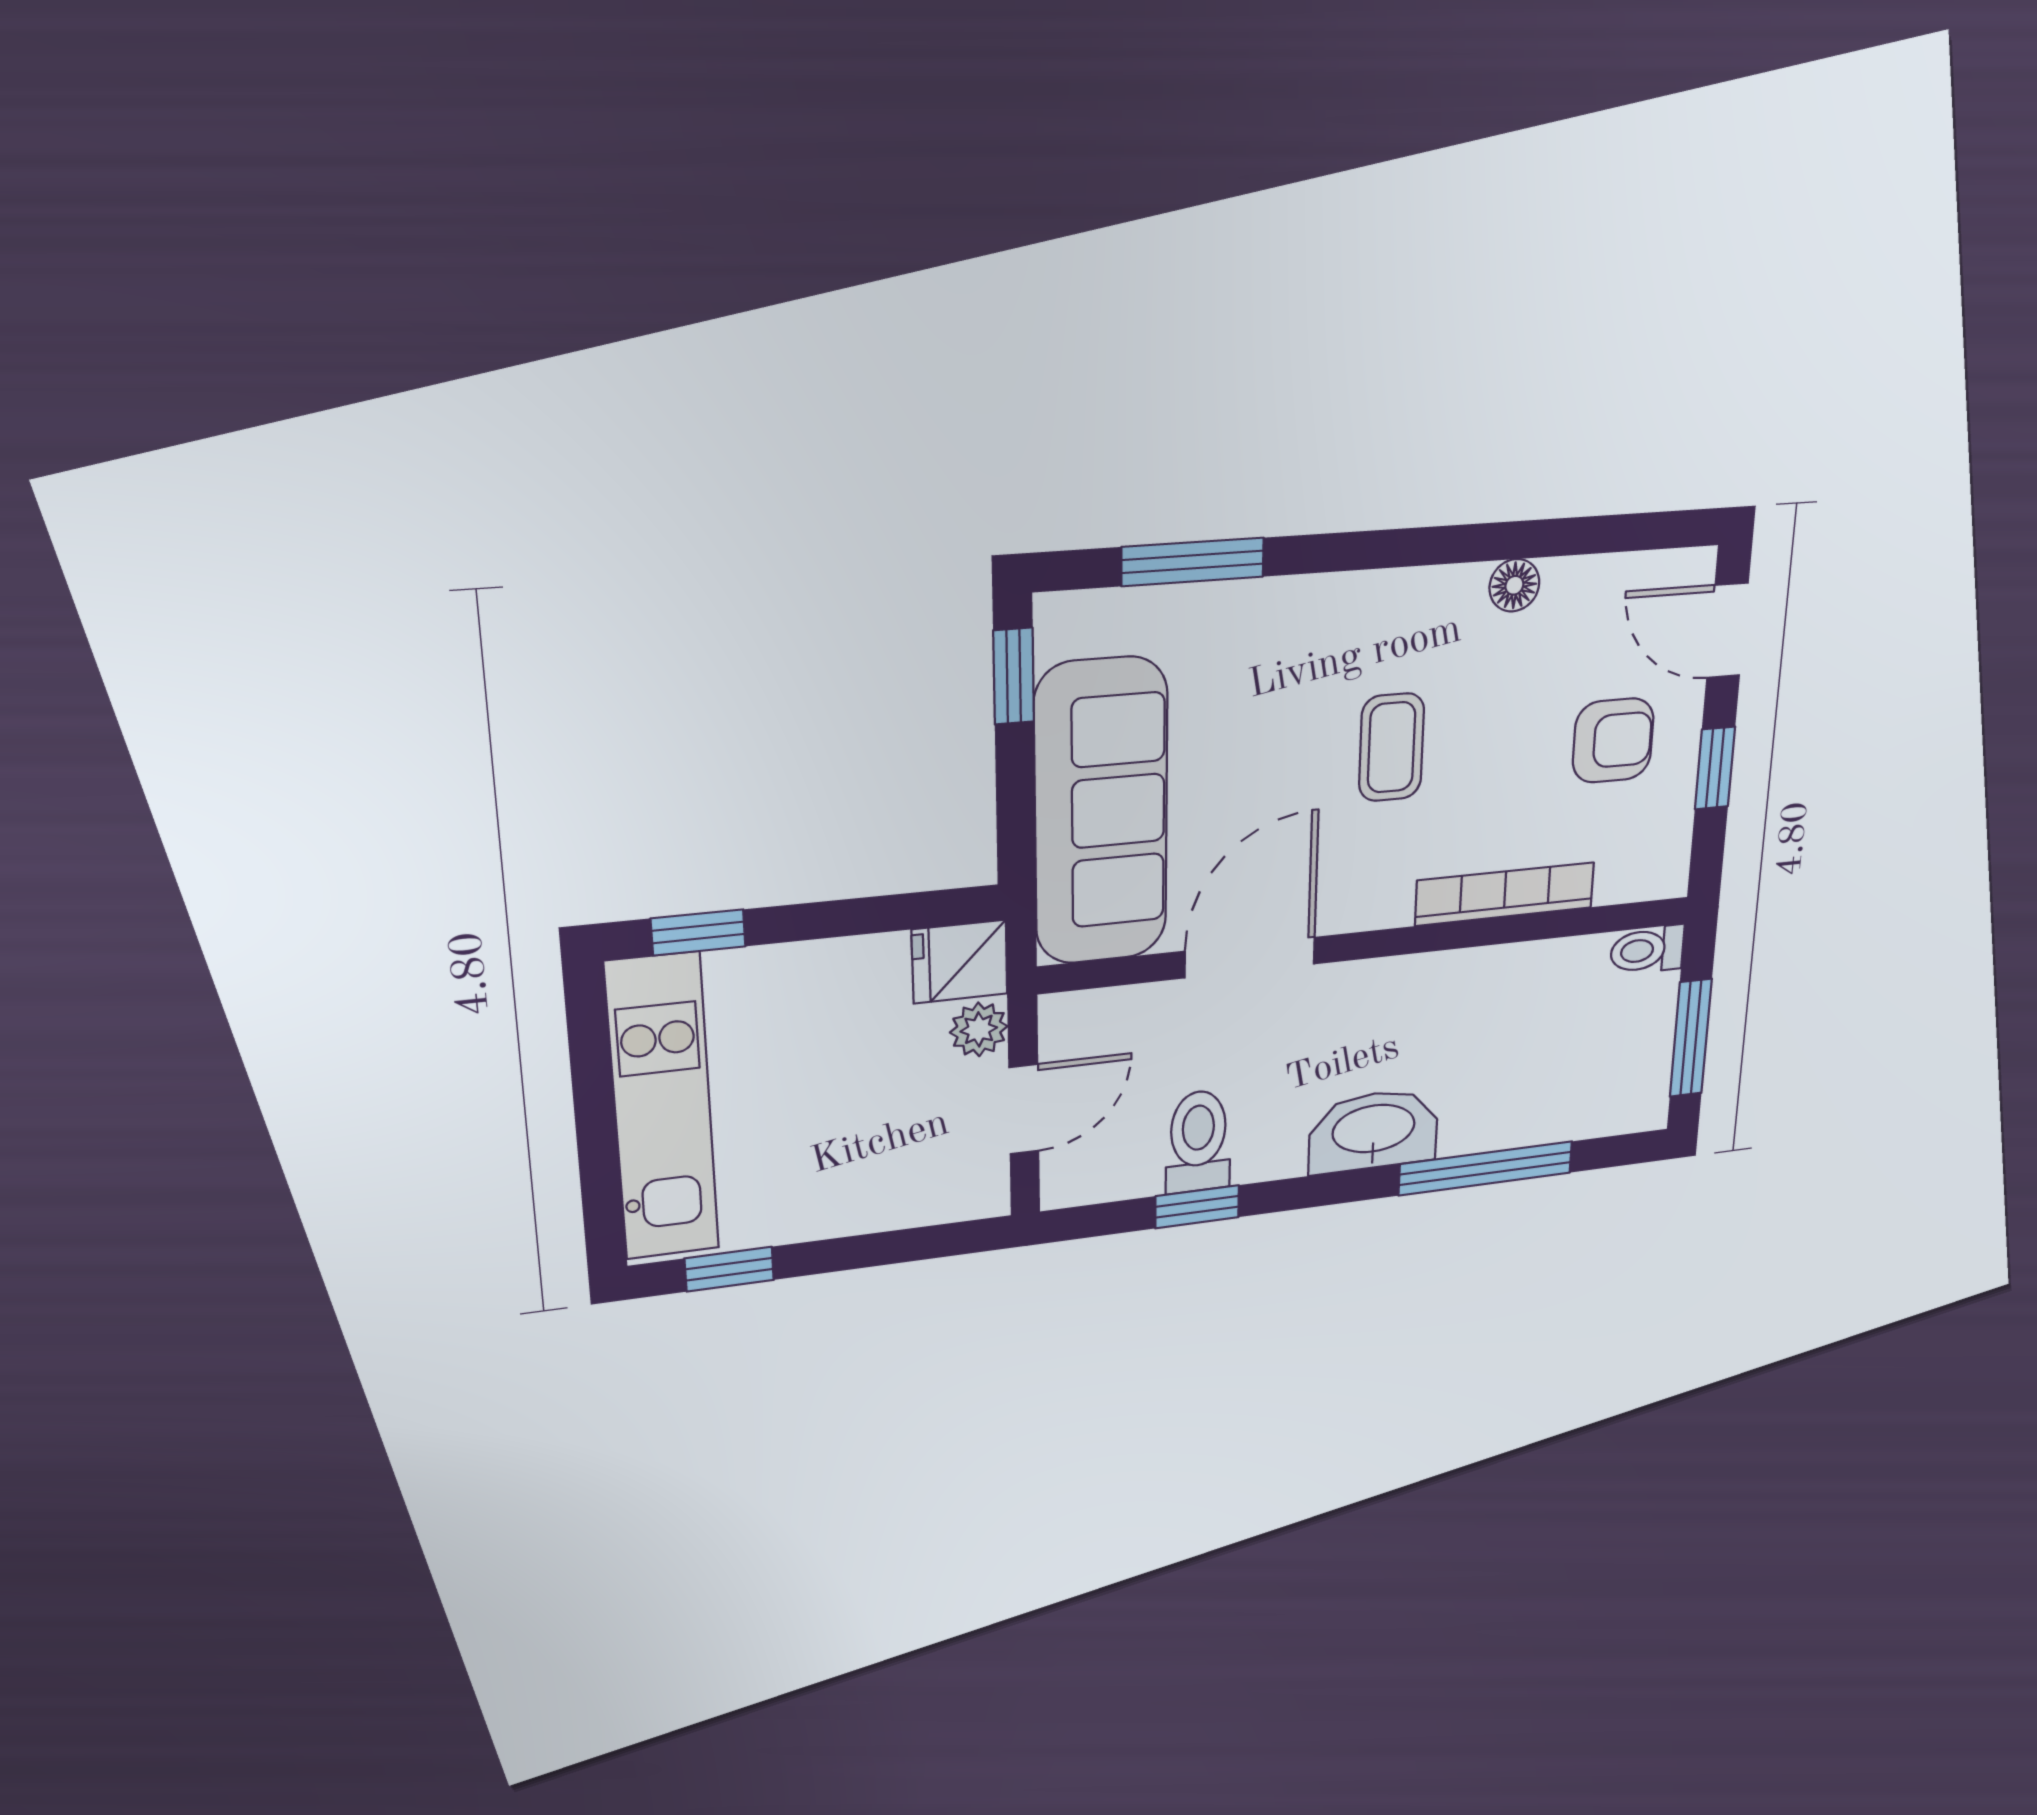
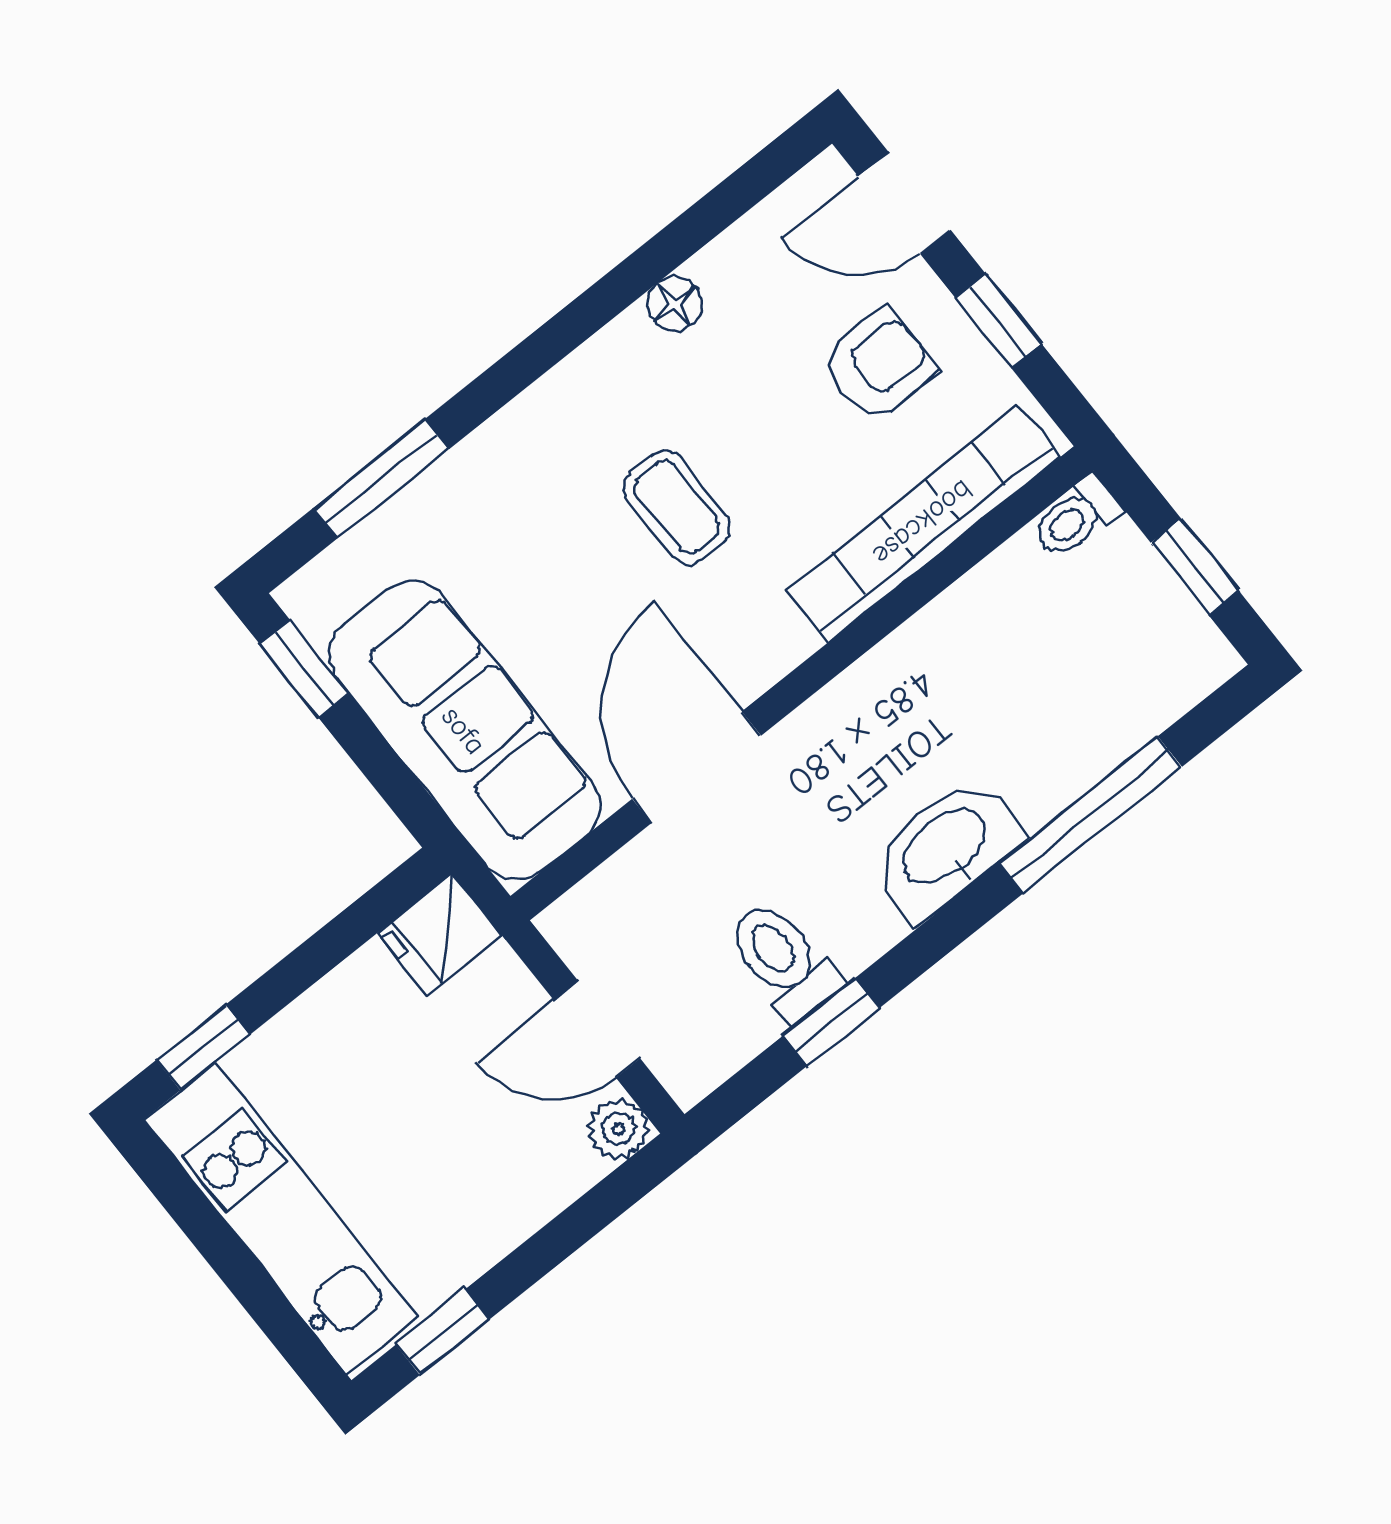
bookcase: (1505, 894) -> (923, 523), width x1.48, depth x1.31
plant: (979, 1029) -> (618, 1129), moved
window: (1691, 1038) -> (1195, 567), width x0.67
door: (1024, 1109) -> (597, 1029), swing flipped

